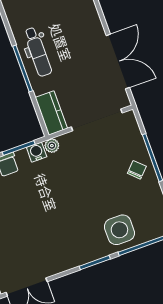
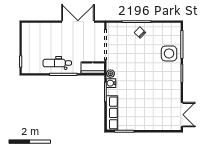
dental chair: (38, 52) -> (57, 63), turned 180

